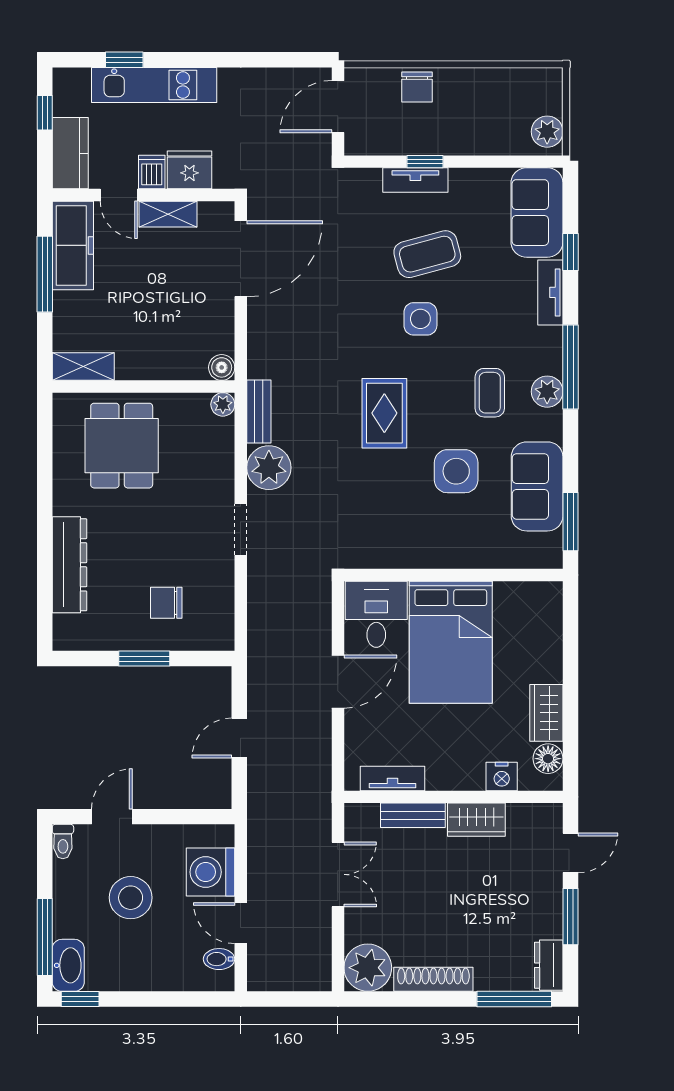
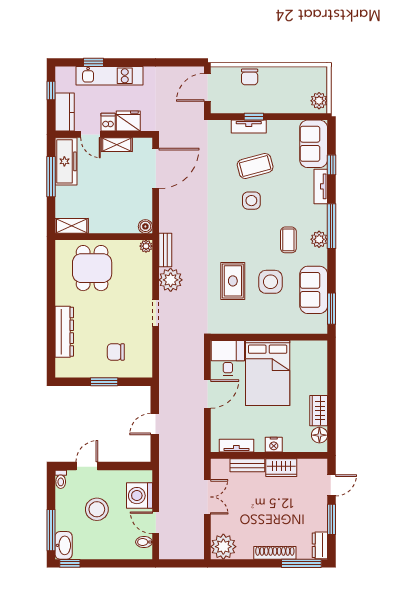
rug: (384, 413) -> (233, 281), moved
nightstand: (502, 776) -> (274, 445), moved
shoe rack: (433, 979) -> (275, 553), moved

